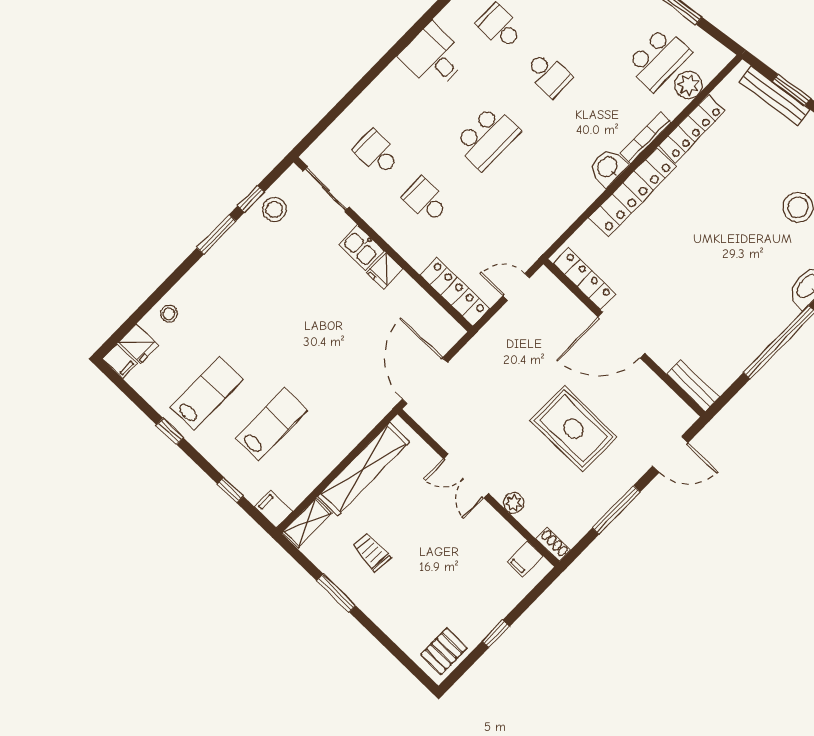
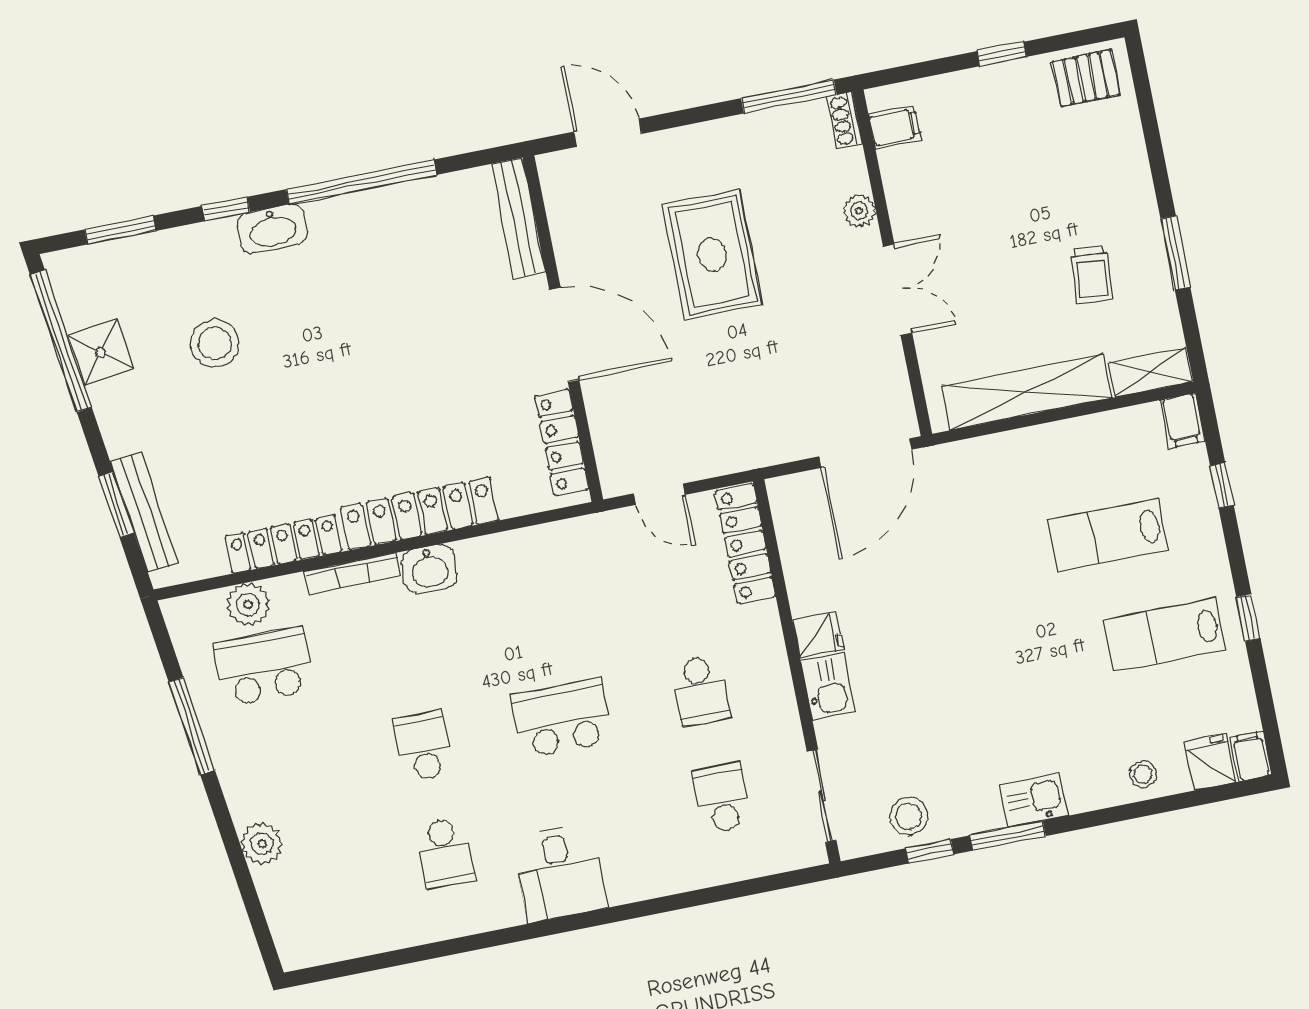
school desk: (377, 153) -> (722, 798), turned 180
kitchen sink: (216, 262) -> (1034, 800), added
bench: (693, 386) -> (518, 218), width x1.36
window: (616, 510) -> (789, 97), moved

